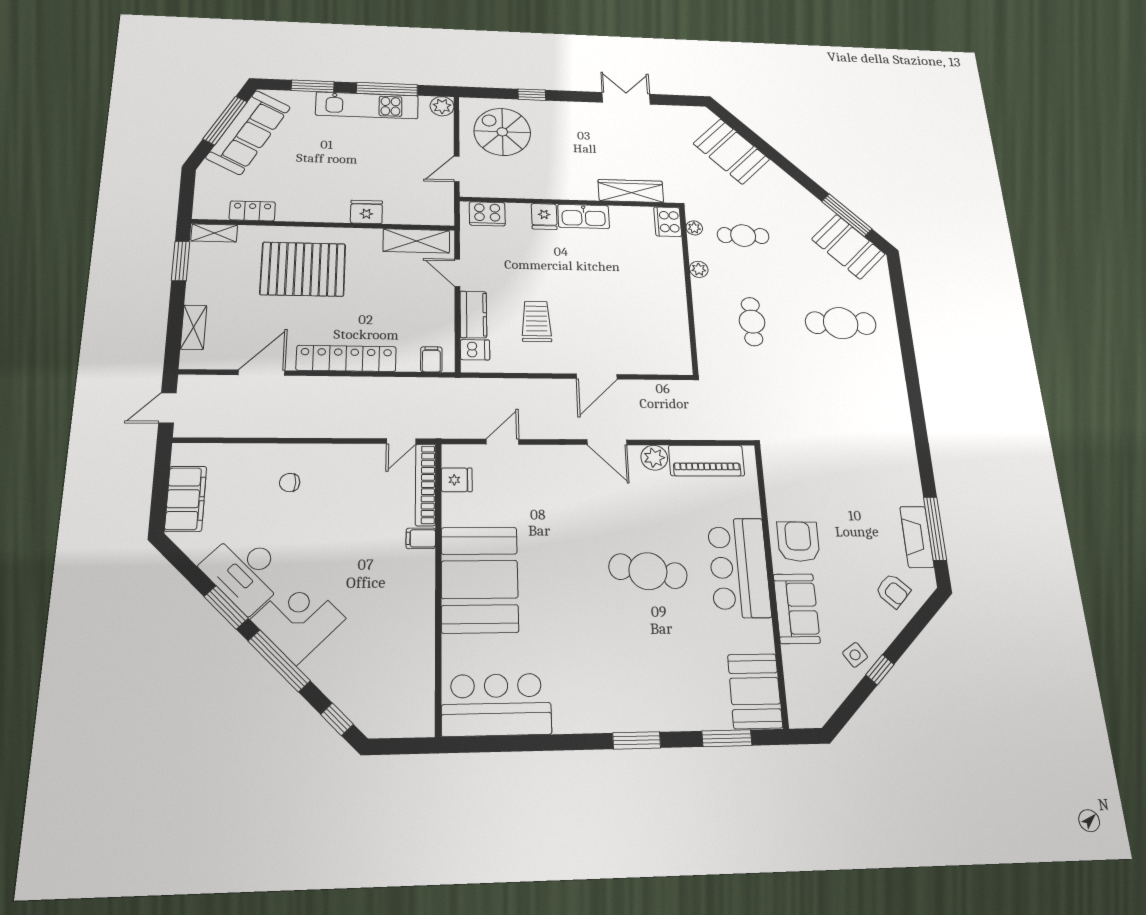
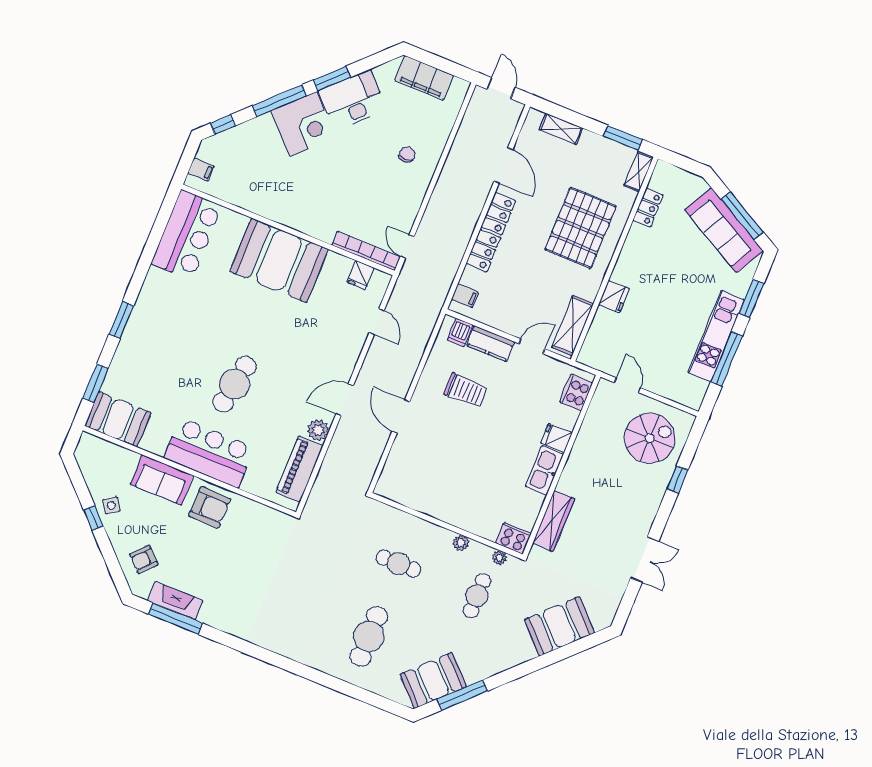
plant: (442, 106) -> (693, 398), removed
filing cabinet: (421, 538) -> (201, 170), moved, turned 90

